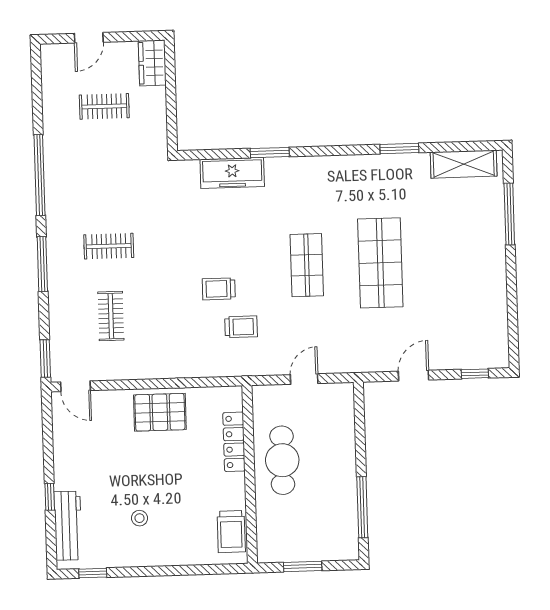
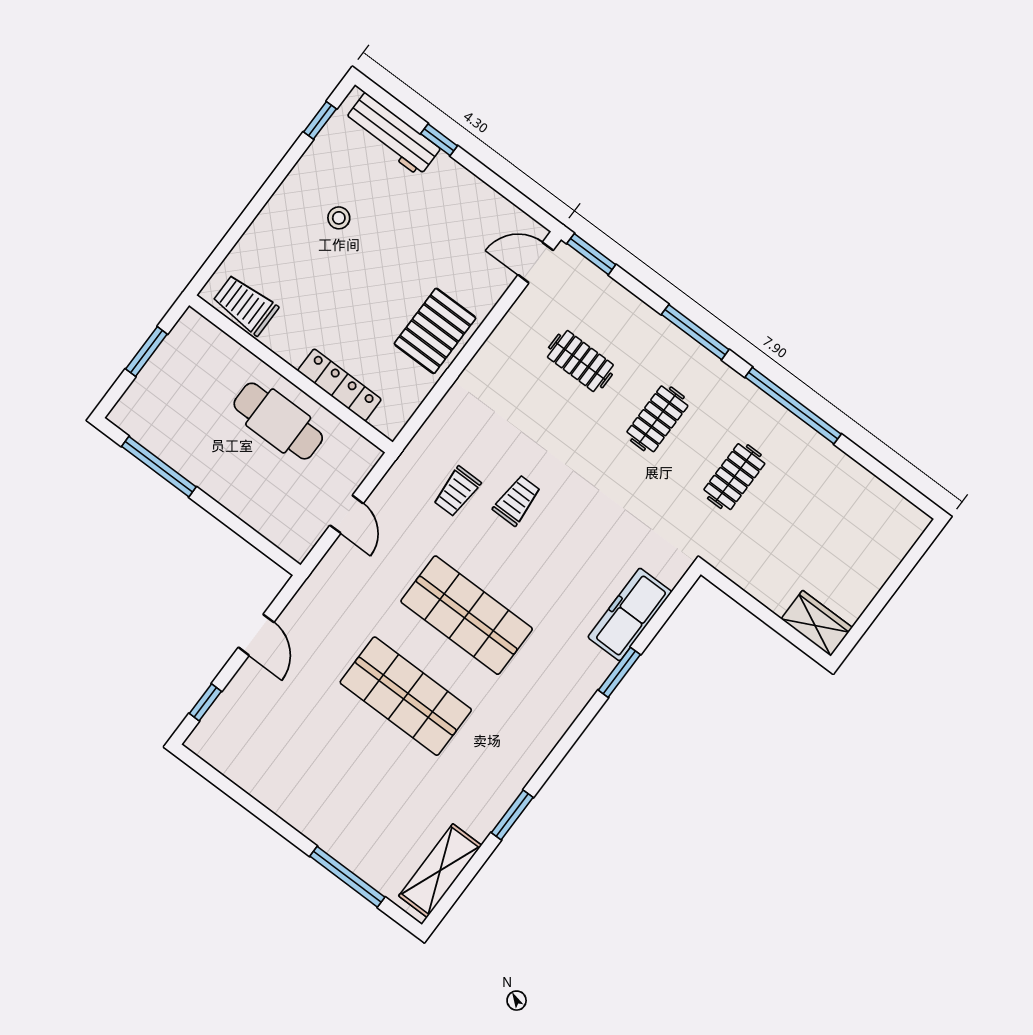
door: (89, 38) -> (898, 577), removed
clothes rail: (104, 106) -> (734, 477), moved
shop shelf: (307, 265) -> (467, 615), width x1.43, depth x1.36

